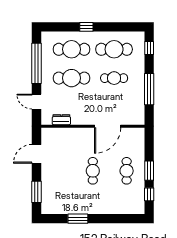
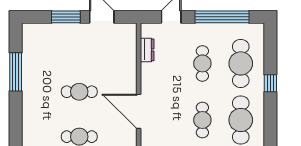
cafe table: (72, 78) -> (202, 63), width x0.73, depth x0.74
window: (36, 192) -> (66, 17), moved
window: (78, 219) -> (16, 72), width x1.44

